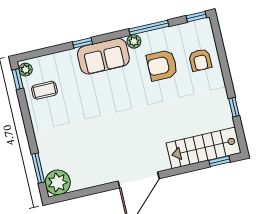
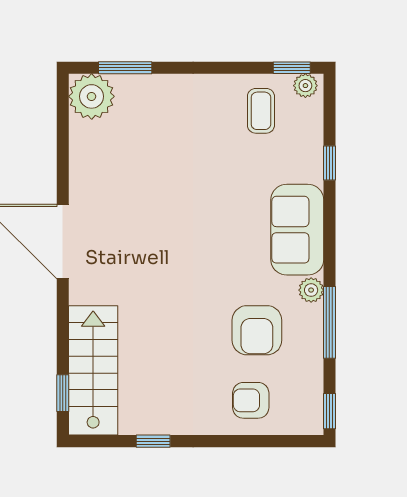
window: (82, 43) -> (329, 163), moved
armchair: (162, 65) -> (257, 330), turned 180

